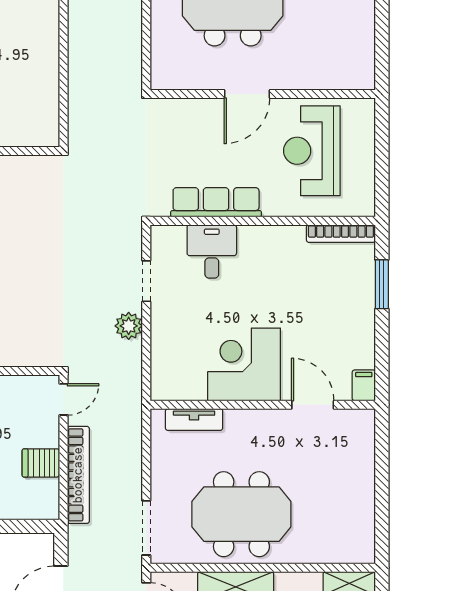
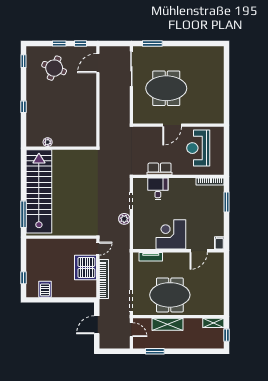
row of seats: (216, 202) -> (160, 169), width x0.68
door: (313, 405) -> (199, 251), swing flipped
server rack: (41, 463) -> (85, 268), width x2.18, depth x1.44

